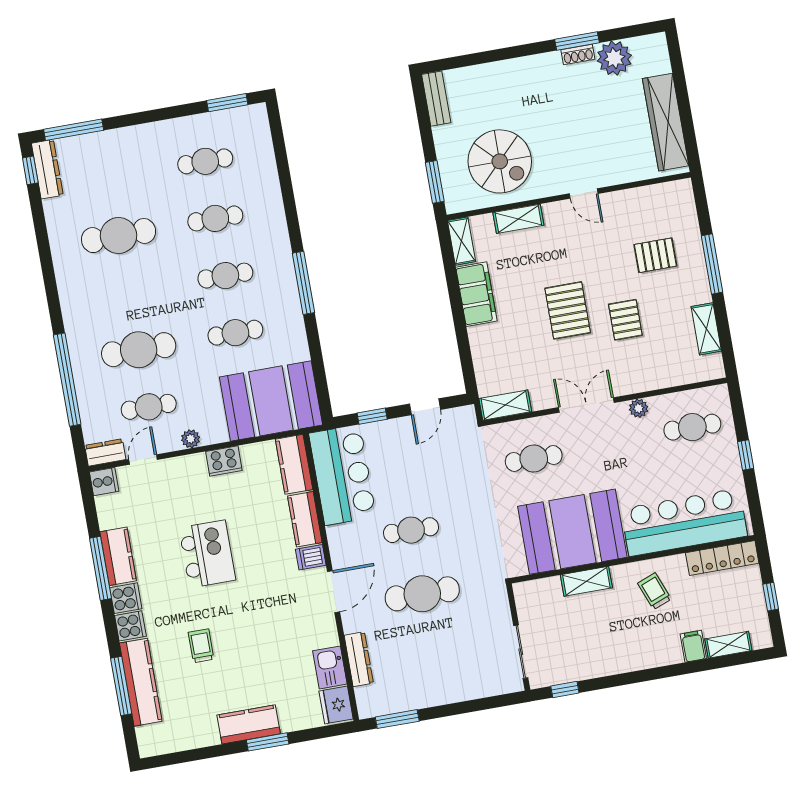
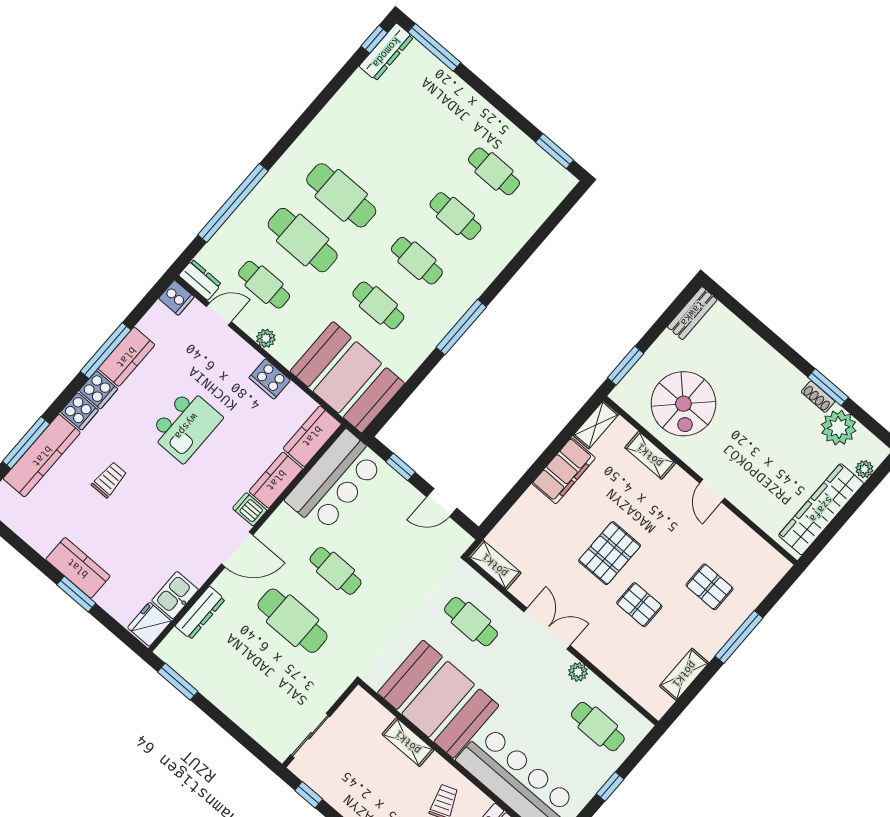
plant: (662, 64) -> (864, 469), added
cafe table: (119, 236) -> (341, 195), moved
pallet: (625, 320) -> (639, 605), turned 90

